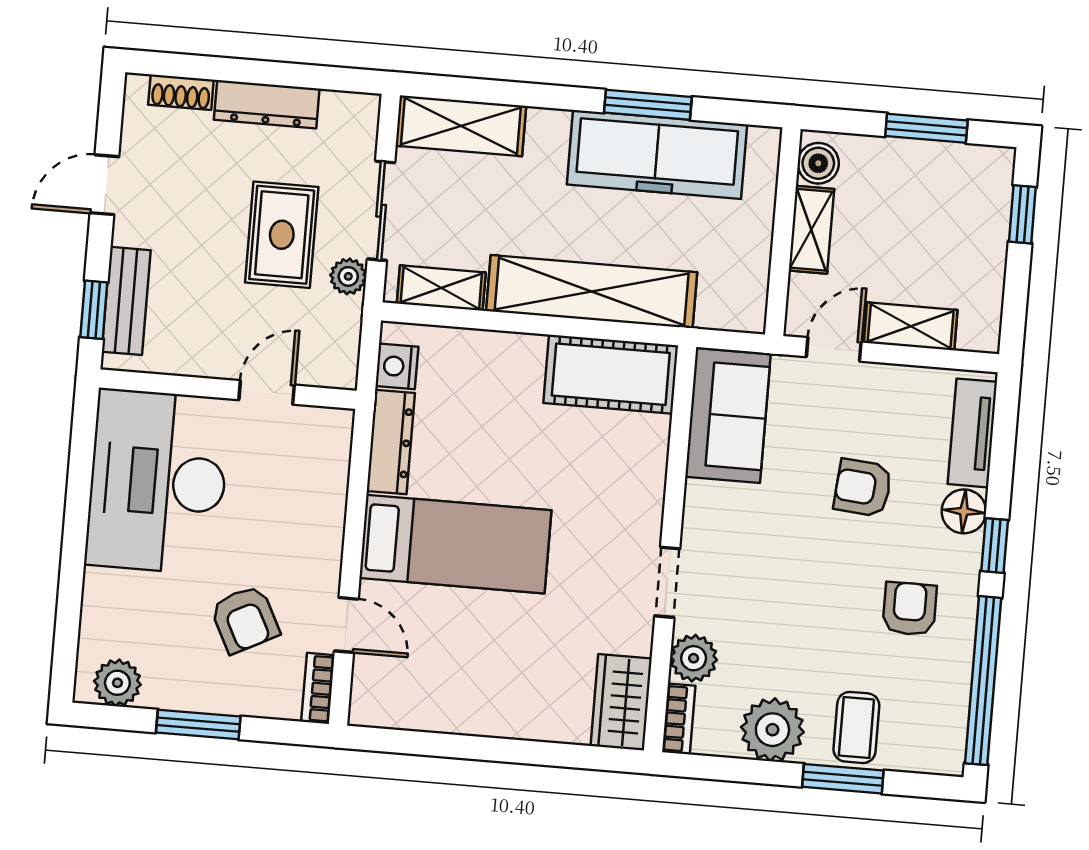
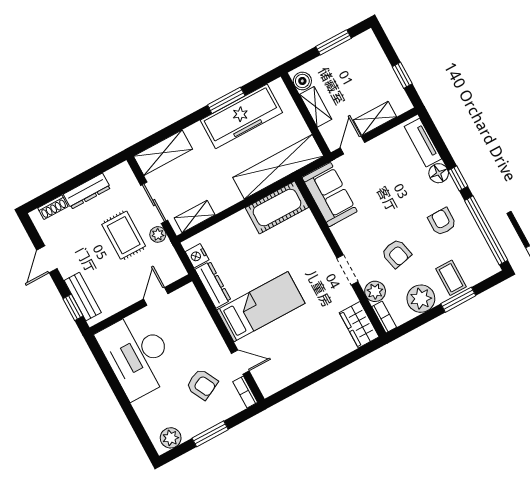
window: (1022, 214) -> (402, 75), moved
shelving: (592, 292) -> (278, 167), moved
armchair: (863, 488) -> (396, 254), moved, turned -108

